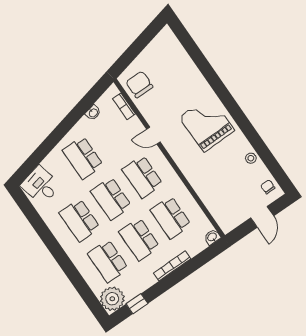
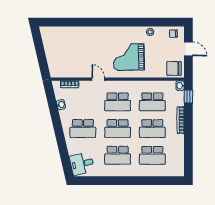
chair: (139, 84) -> (174, 68), moved
grand piano: (207, 124) -> (129, 57), moved
door: (153, 136) -> (98, 79), swing flipped
plant: (112, 299) -> (176, 168), removed
window: (137, 304) -> (188, 96), moved

